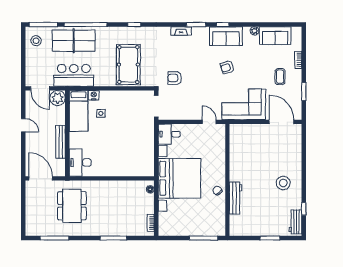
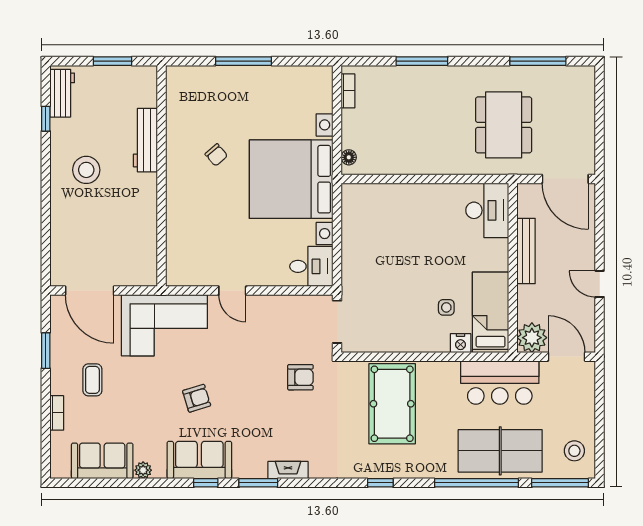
wall: (227, 180) -> (161, 176), moved
workbench: (235, 198) -> (145, 140), moved

